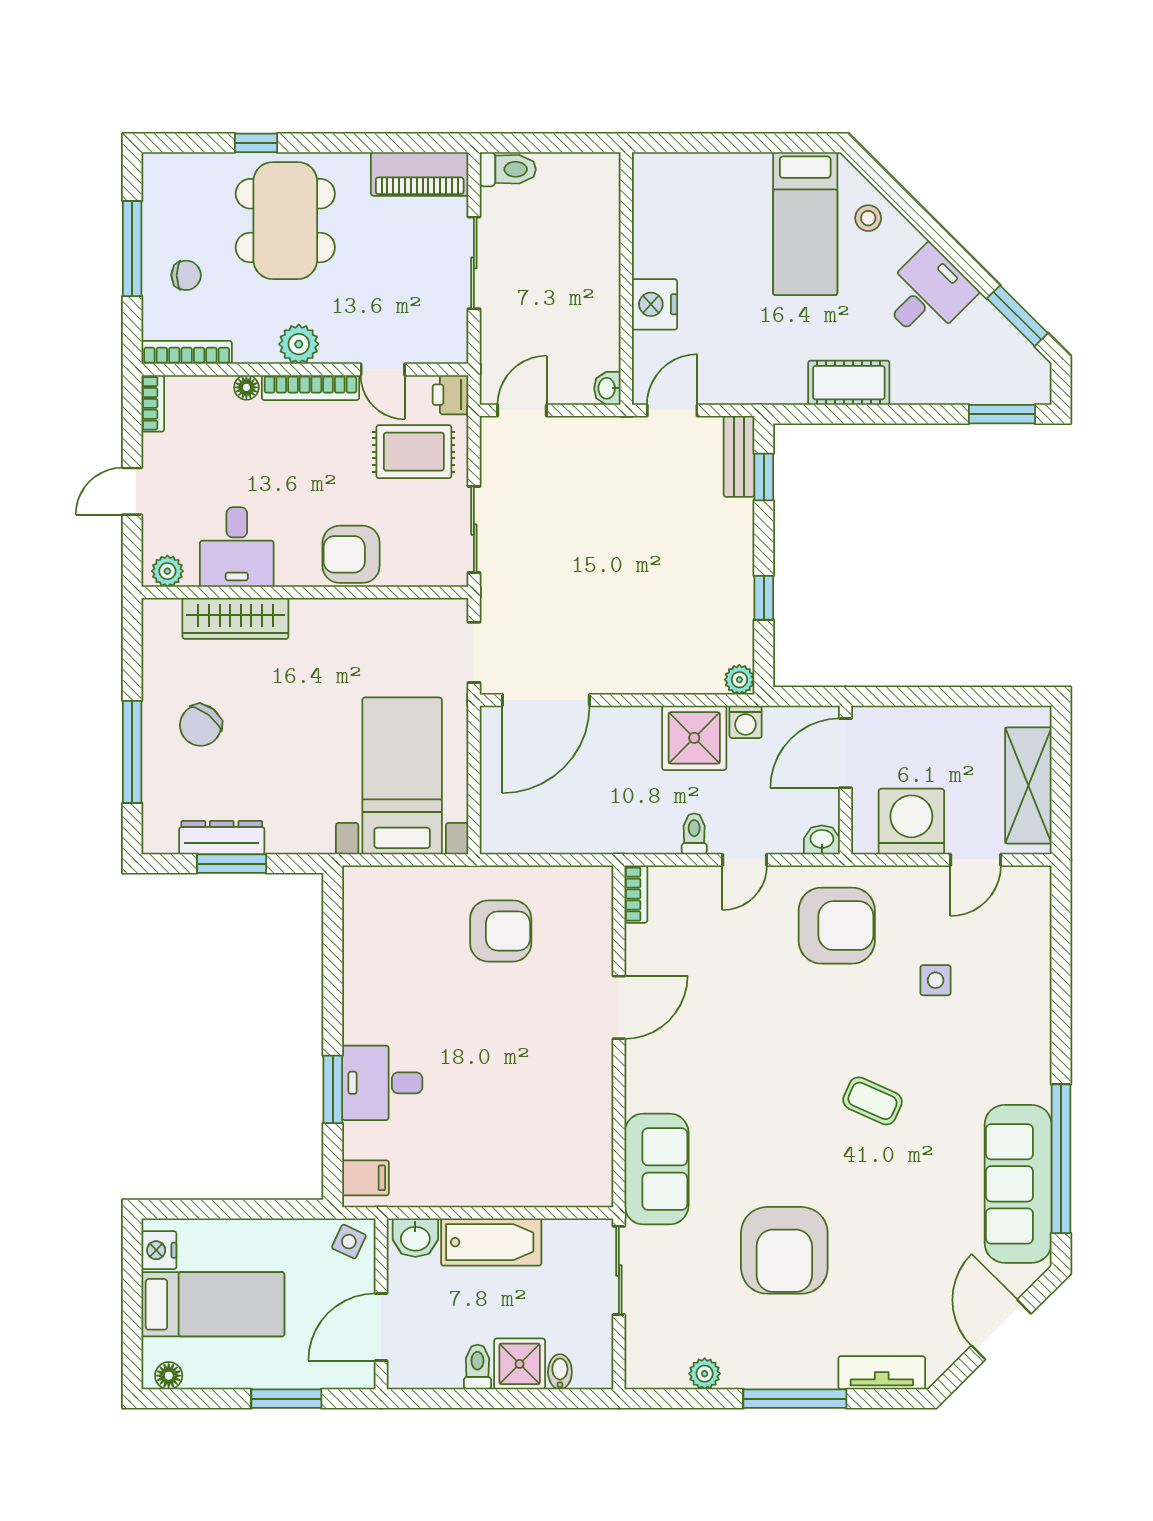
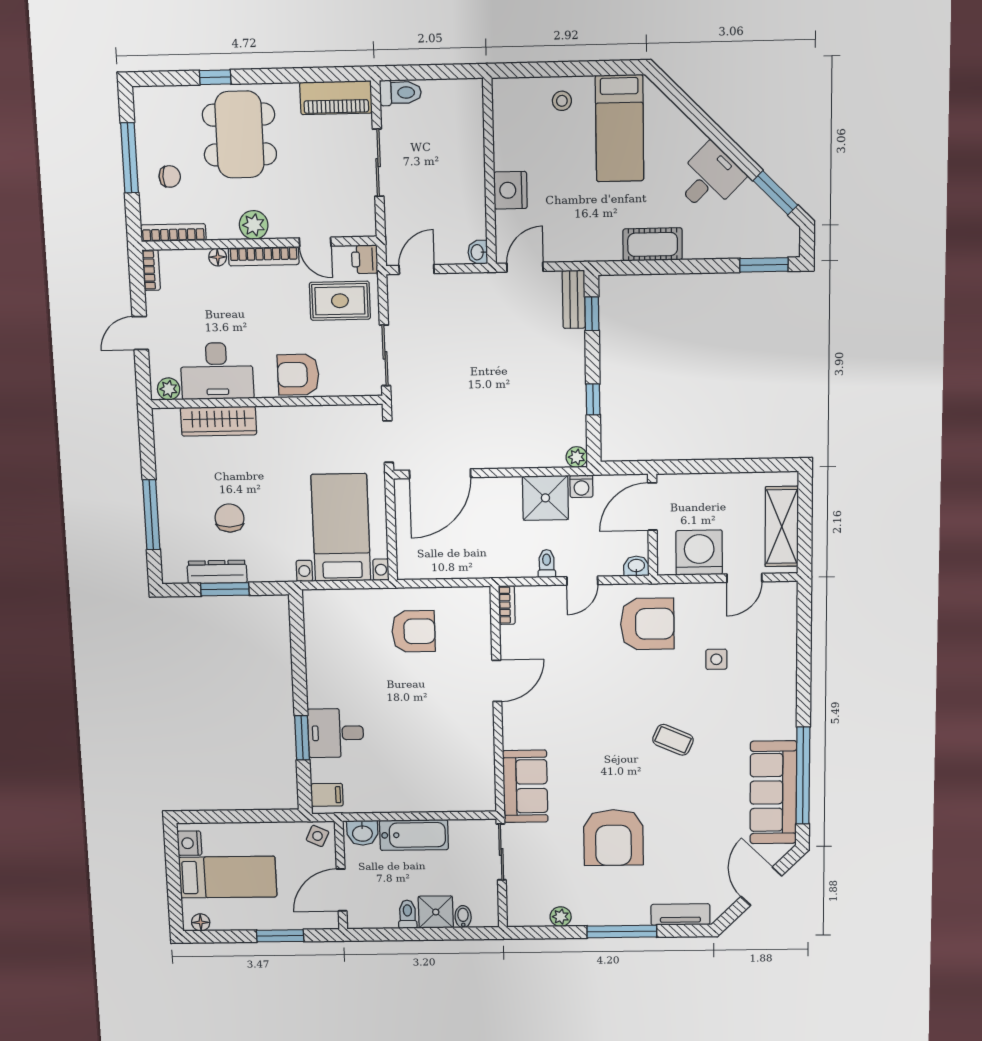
stool: (868, 218) -> (562, 101), moved
desk: (237, 547) -> (217, 371), width x1.37
chair: (201, 725) -> (230, 518), moved, turned 142

